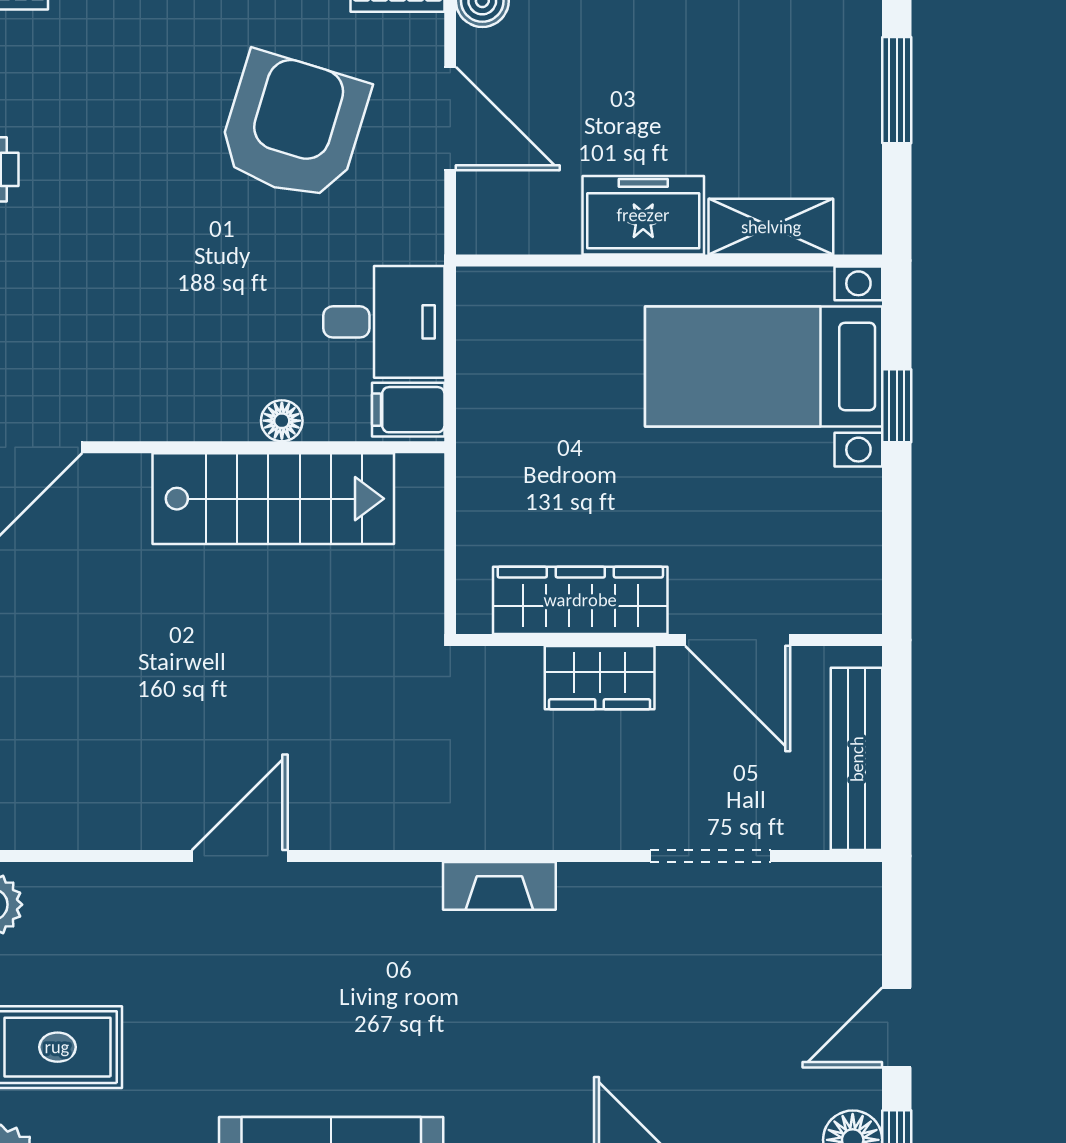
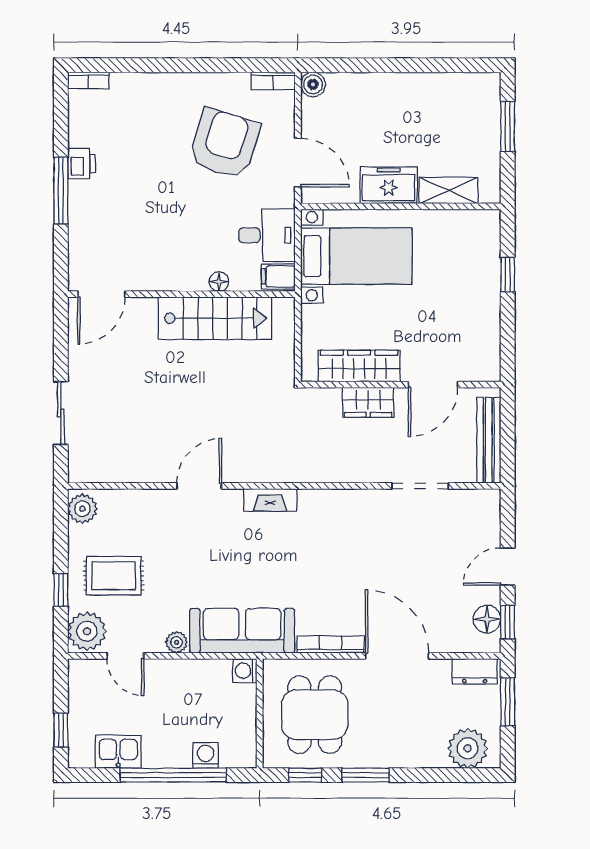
door: (450, 119) -> (298, 163), moved
bed with nightstands: (764, 366) -> (356, 256), moved, turned 180
door: (738, 640) -> (433, 385), hinge flipped
fireplace: (499, 886) -> (270, 500), moved

